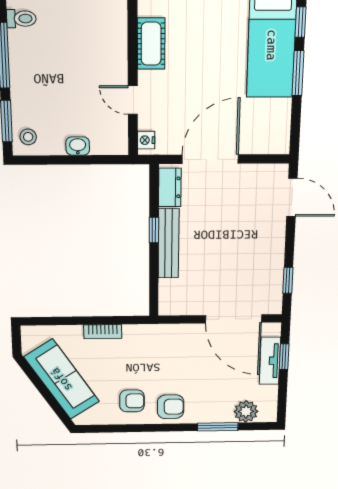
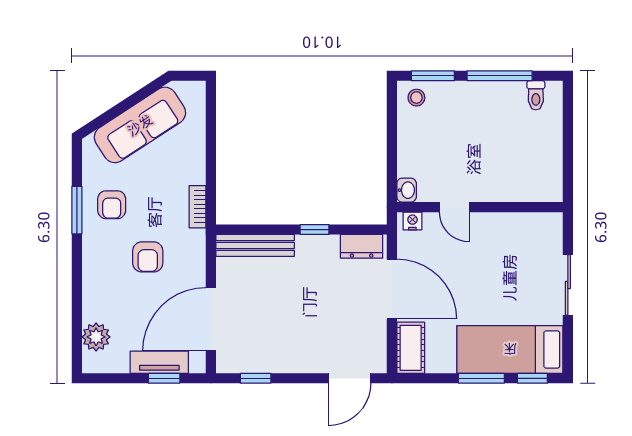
cot: (151, 44) -> (411, 348), moved, turned 90
door: (133, 100) -> (454, 207), swing flipped
washbasin: (78, 146) -> (407, 190), moved
bench: (169, 244) -> (255, 245), moved
bookcase: (103, 332) -> (197, 207), moved
armchair: (171, 407) -> (148, 257), moved
window: (218, 427) -> (77, 210), moved

